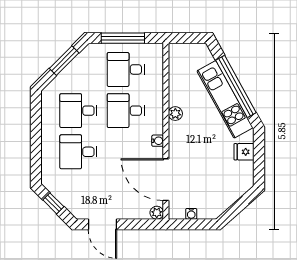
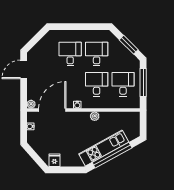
fridge: (244, 152) -> (54, 160), moved
window: (53, 203) -> (37, 38), removed

